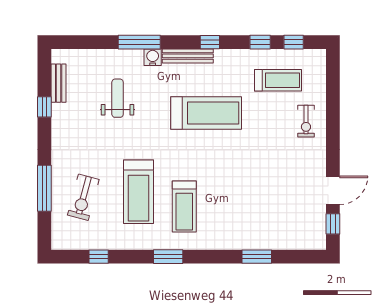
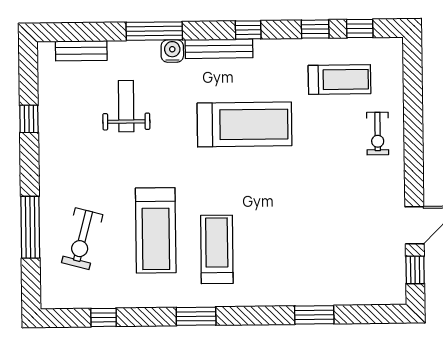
bench: (59, 83) -> (81, 51), moved, turned 90
treadmill: (184, 207) -> (217, 249), turned 180

